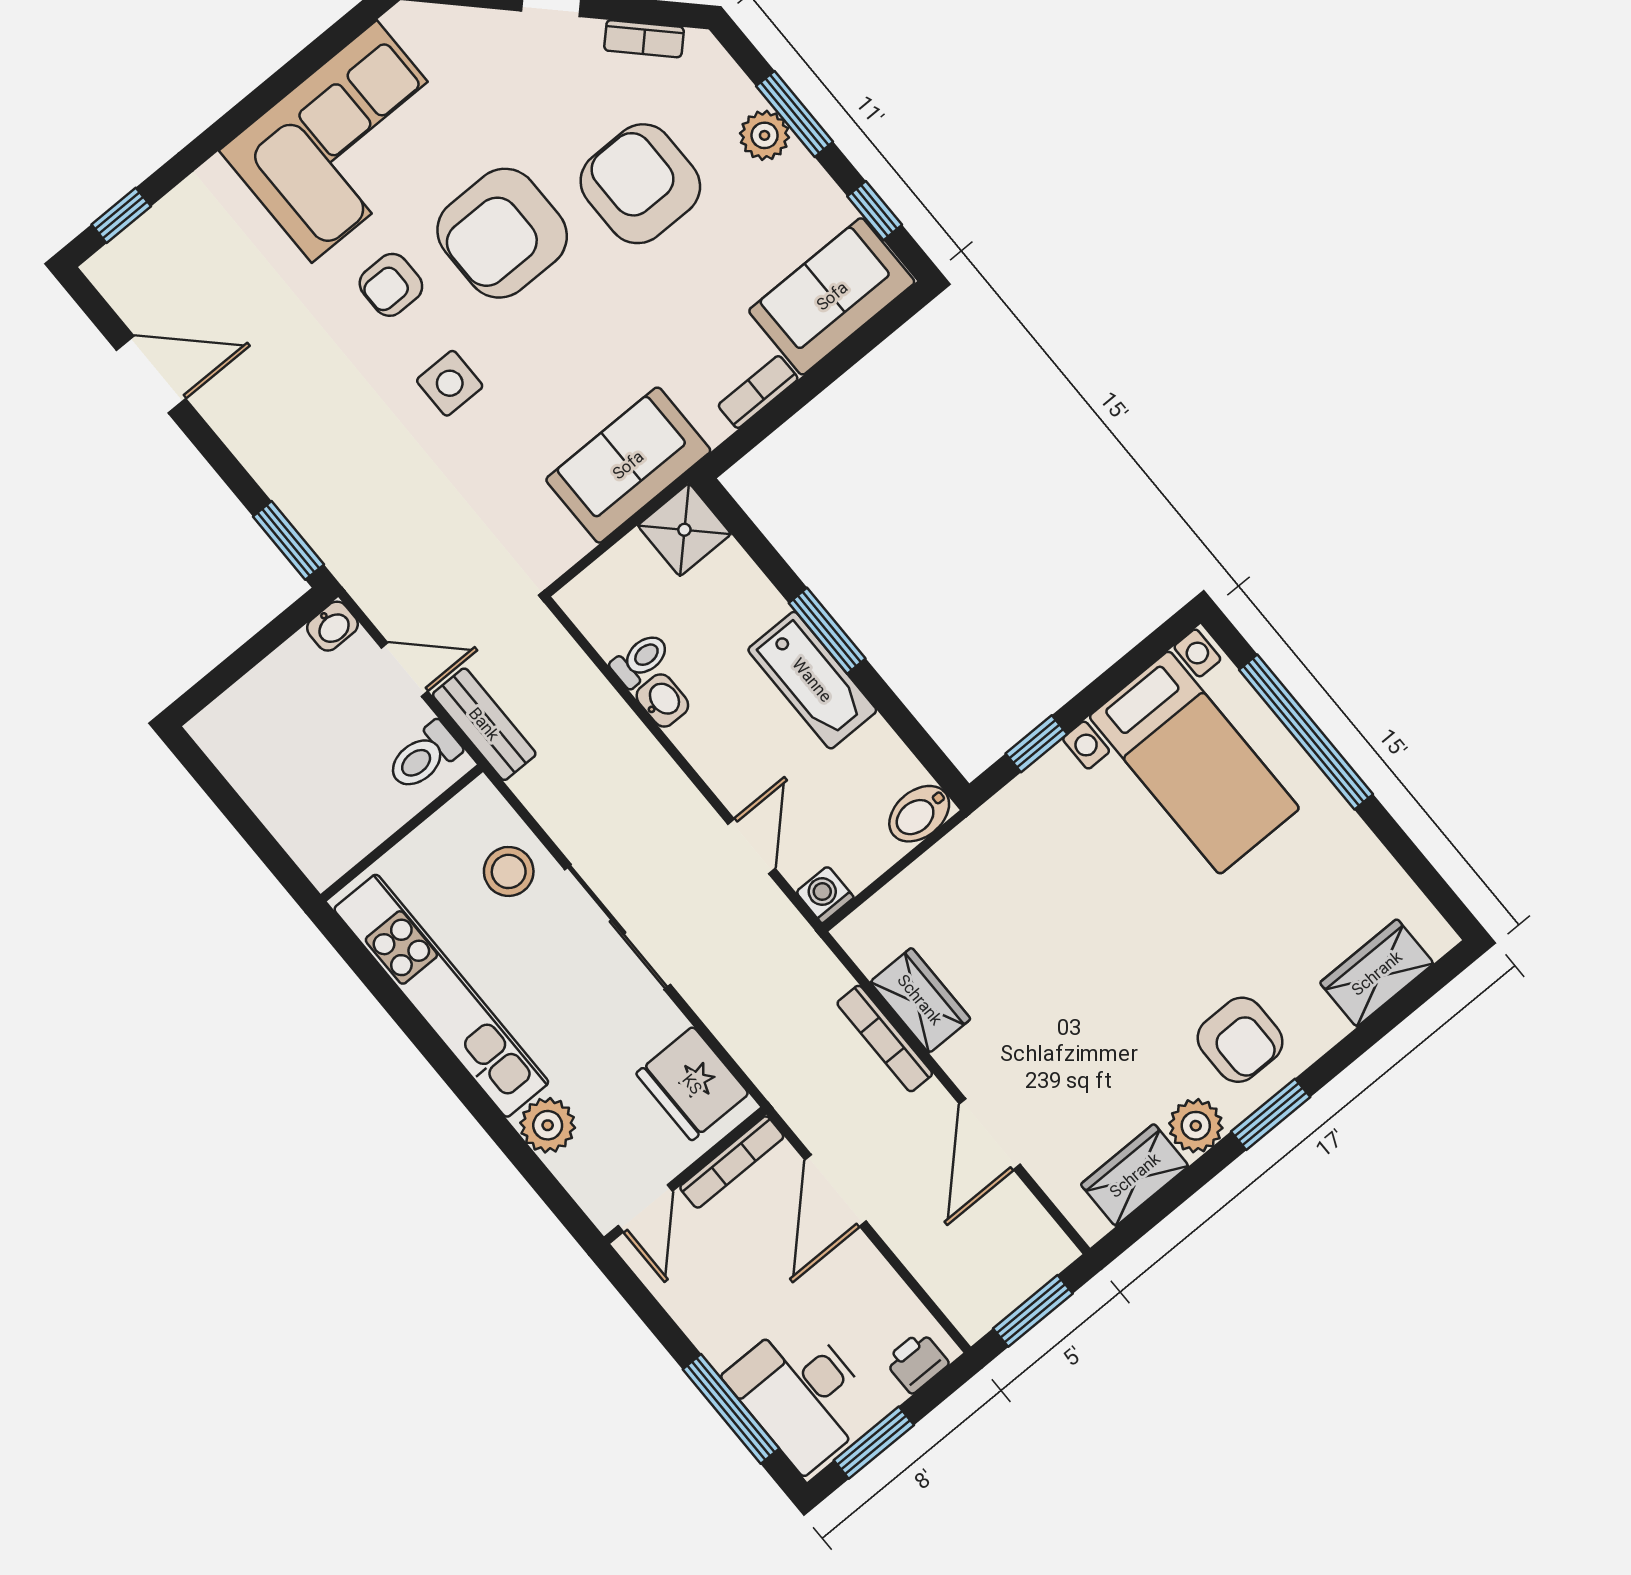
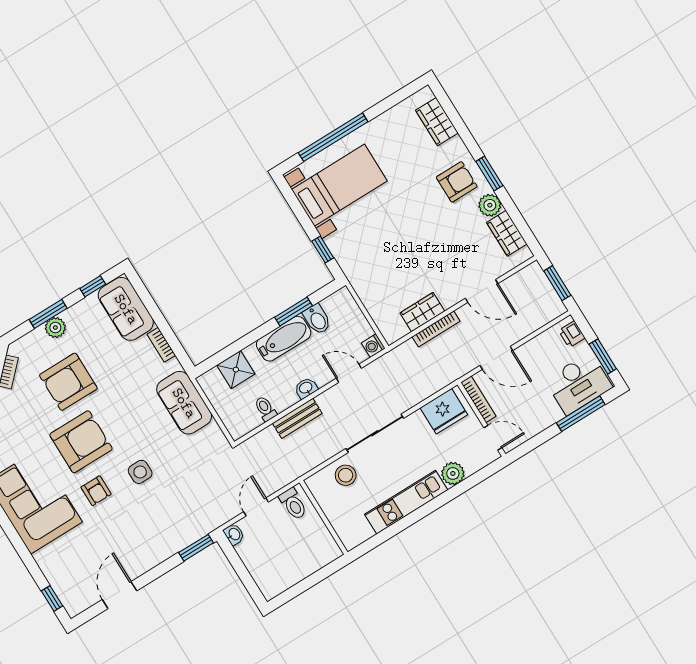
armchair: (502, 233) -> (81, 442), turned -90
shower: (684, 530) -> (236, 370), moved
window: (827, 631) -> (294, 311), moved
washbasin: (662, 700) -> (306, 388), moved
bench: (484, 724) -> (297, 418), moved
bidet: (919, 814) -> (317, 319), moved
kitchen unit: (441, 996) -> (406, 502), width x0.73

